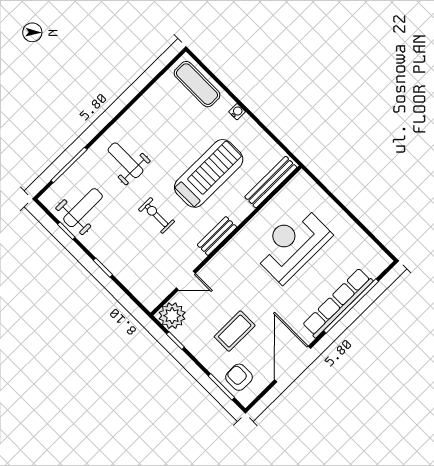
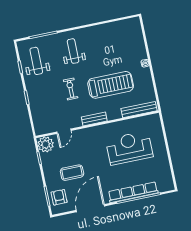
exercise mat: (197, 84) -> (134, 36), removed
weight bench: (83, 208) -> (36, 61), turned -90
door: (186, 281) -> (64, 131), hinge flipped

